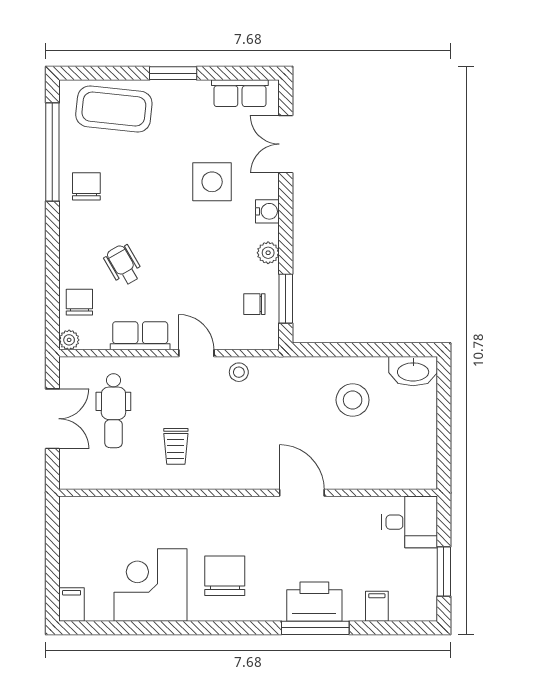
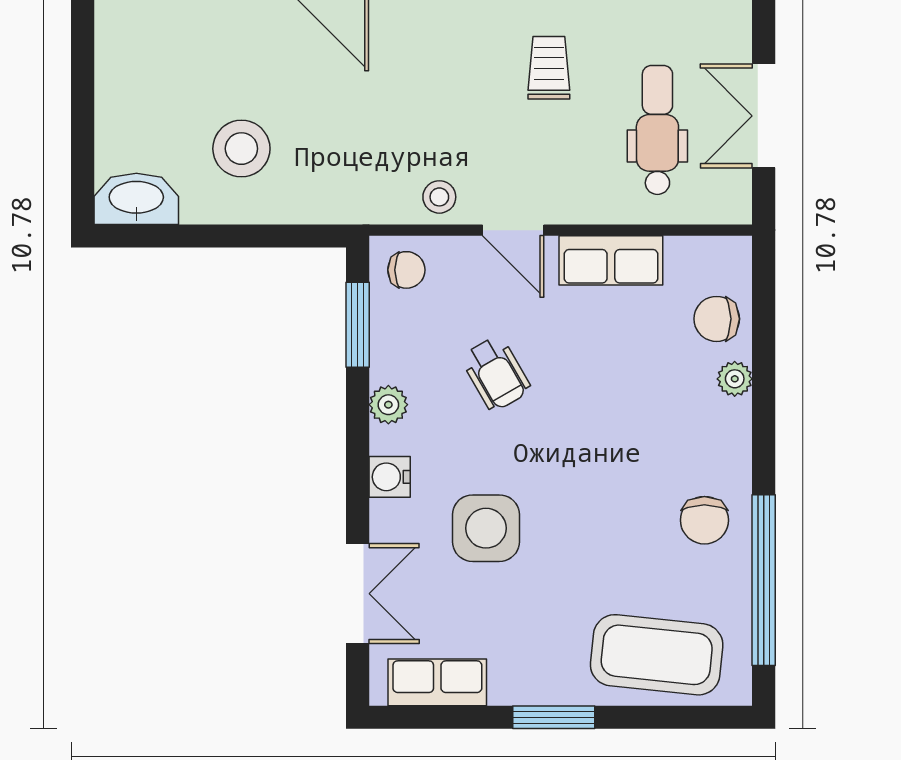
wheelchair: (123, 265) -> (496, 374), moved
chair: (79, 302) -> (717, 319), turned 90
chair: (254, 304) -> (406, 270), moved
plant: (69, 340) -> (735, 379), moved

